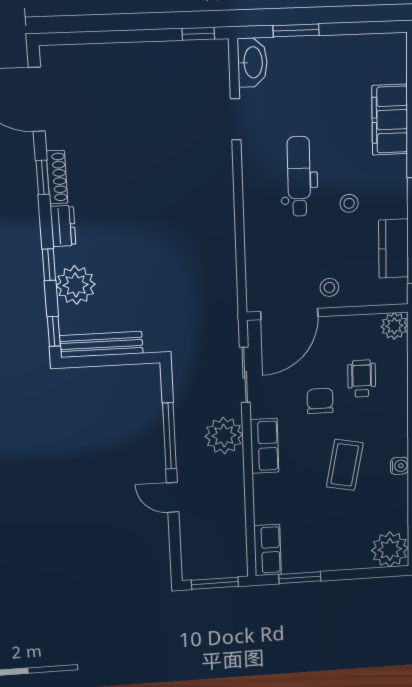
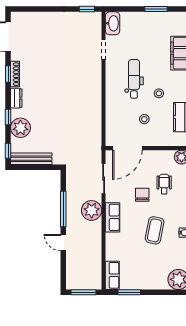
window: (296, 30) -> (156, 9), moved
stool: (329, 287) -> (144, 119), moved

